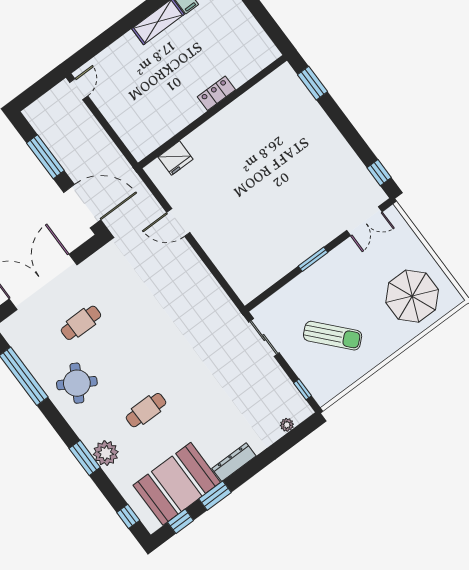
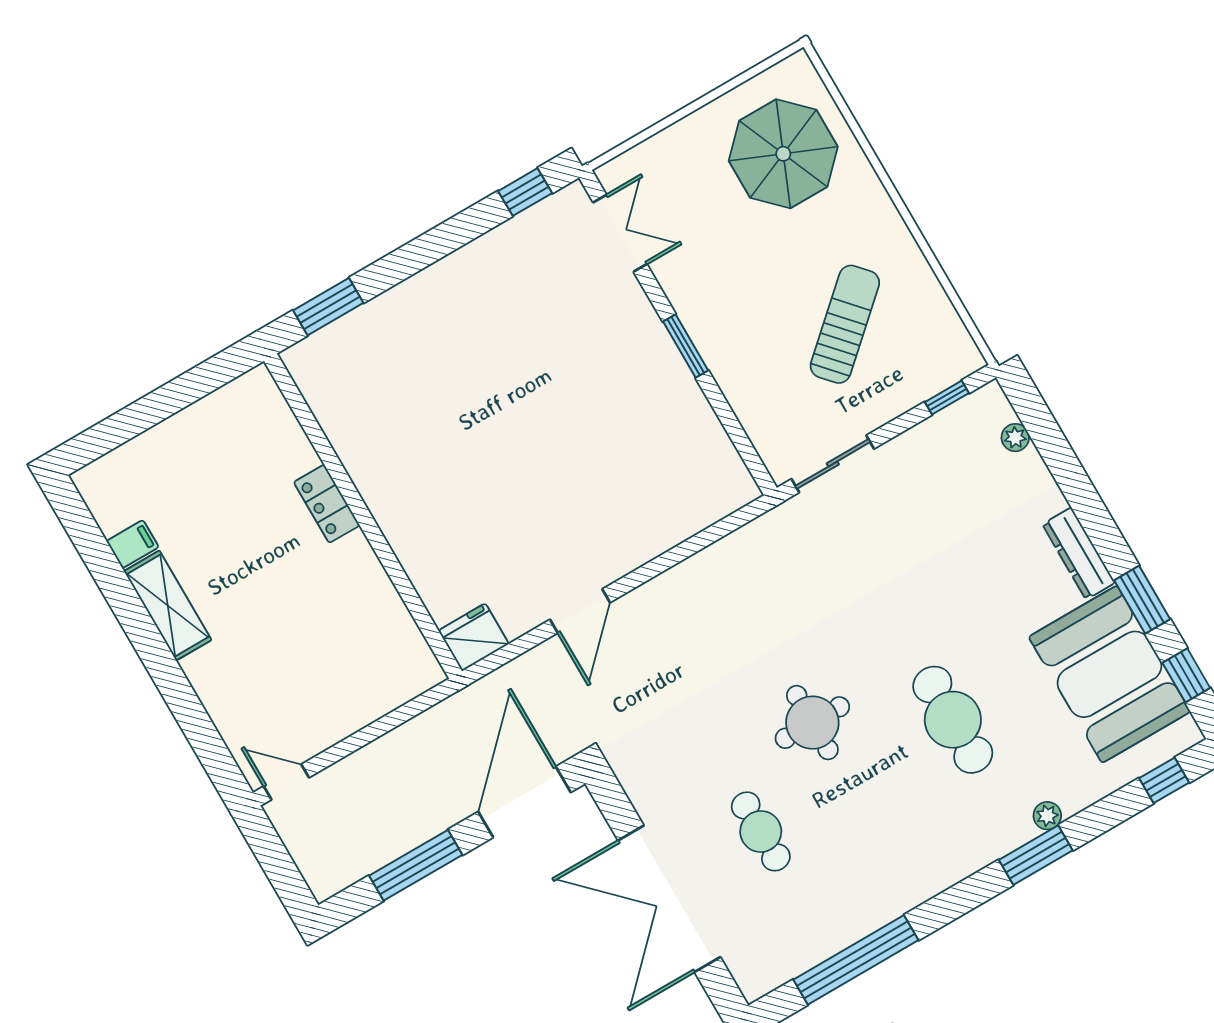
fridge: (176, 158) -> (474, 637), moved, turned -90
round table: (77, 383) -> (812, 723), moved, turned -30
cafe table: (146, 410) -> (953, 720), width x1.37, depth x1.35
plant: (106, 453) -> (1047, 816), width x0.53, depth x0.53

